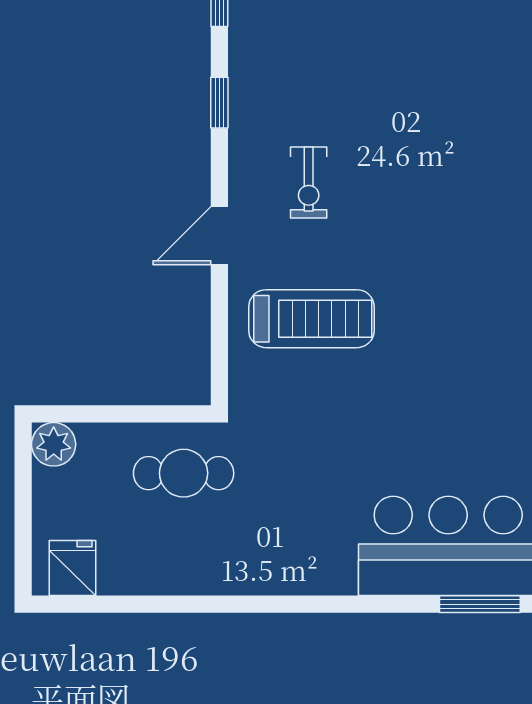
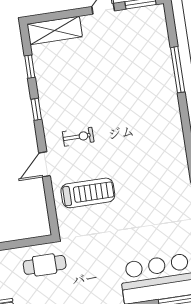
exercise bike: (309, 182) -> (78, 137), turned -90

